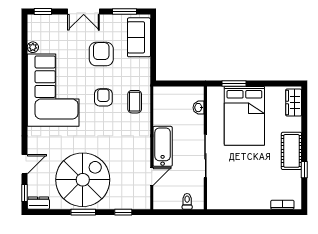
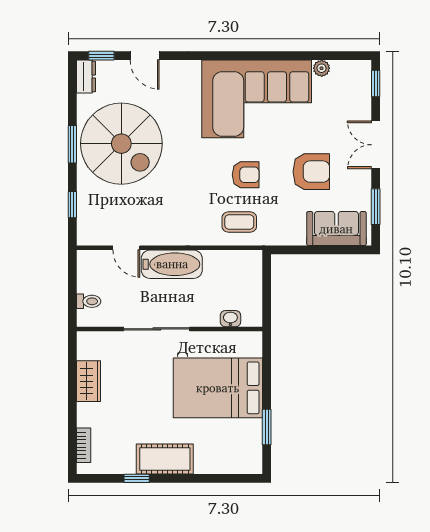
window: (234, 84) -> (267, 427), moved
wardrobe: (294, 103) -> (89, 381), moved, turned 90

